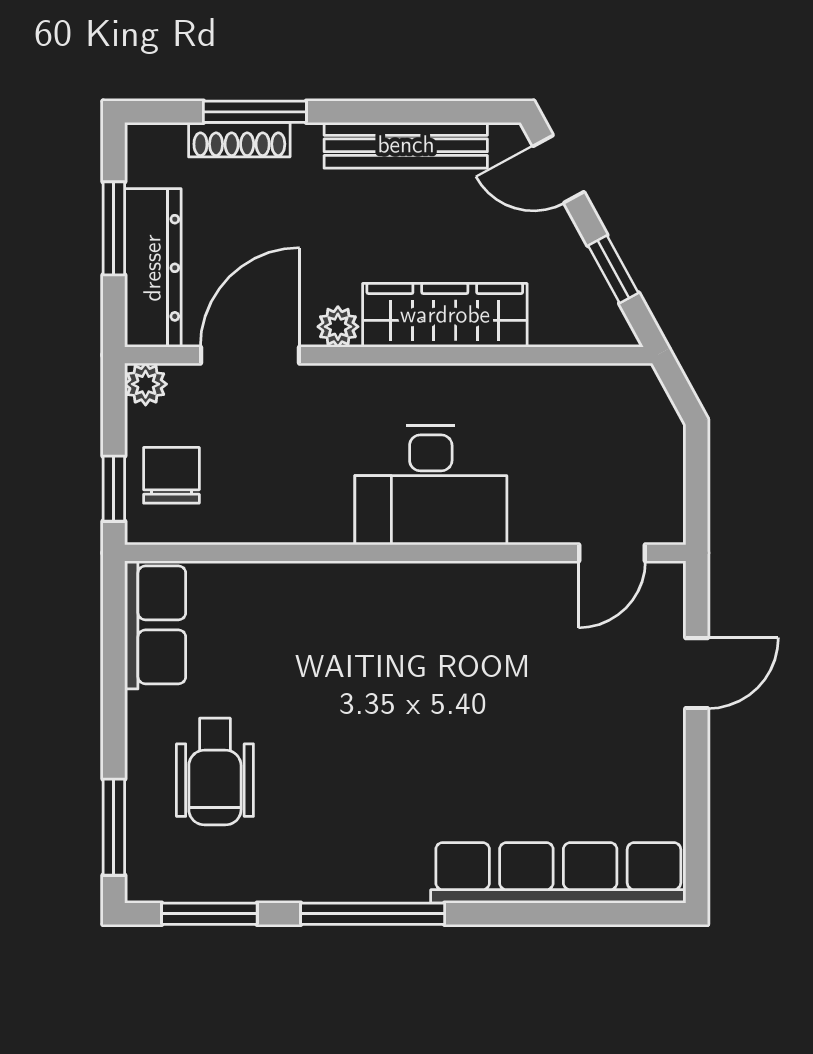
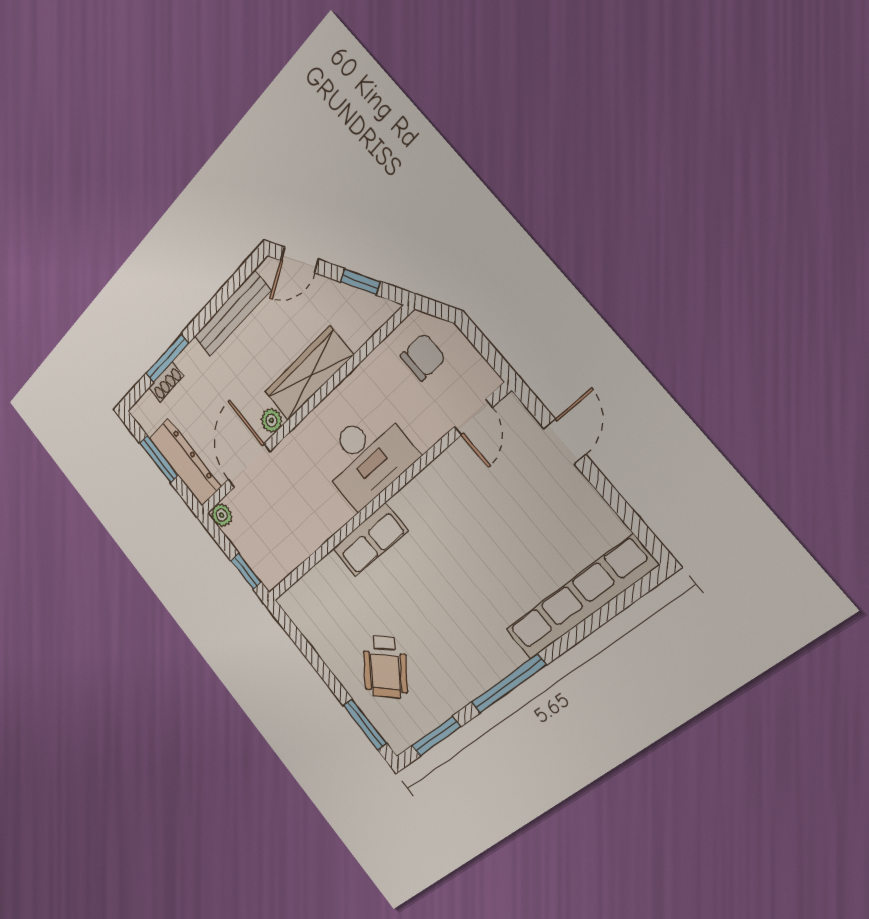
shoe rack: (239, 140) -> (166, 382), width x0.70
chair: (171, 475) -> (423, 357), moved, turned 90
row of seats: (155, 625) -> (370, 540), moved, turned 90
wheelchair: (215, 772) -> (385, 667), turned 39

